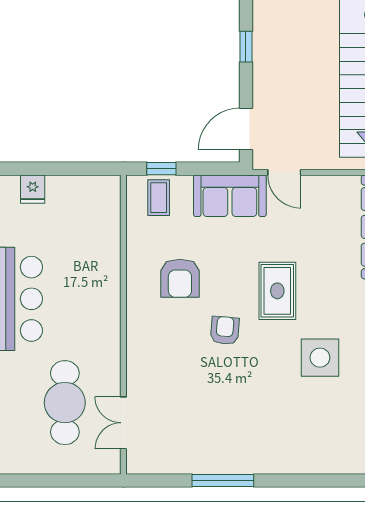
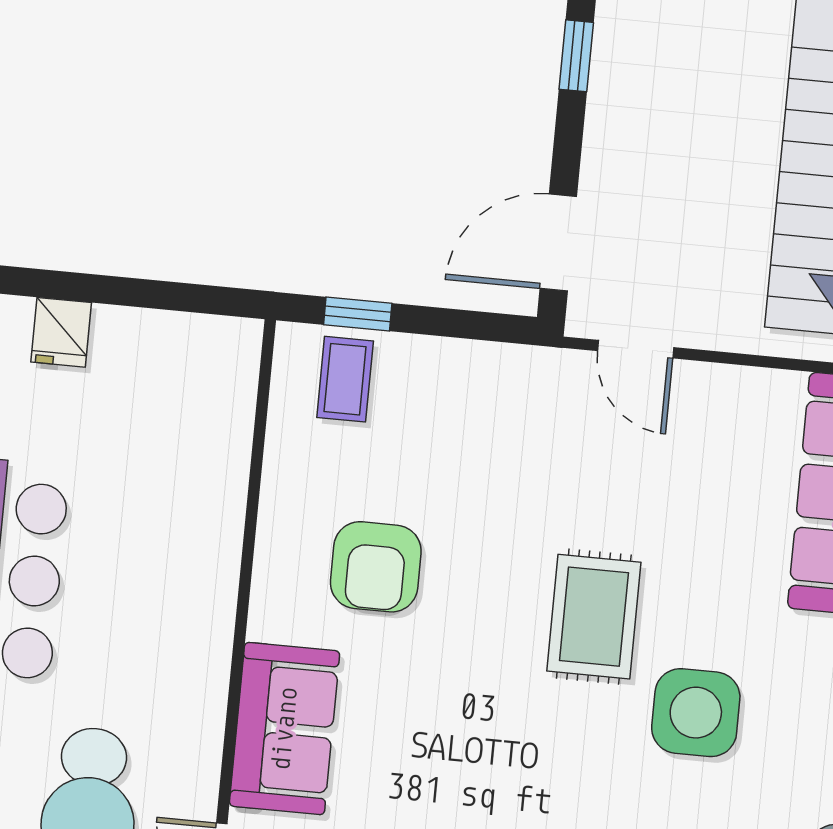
sofa: (230, 196) -> (285, 729), moved, turned -90
armchair: (225, 330) -> (466, 695), removed
side table: (320, 358) -> (696, 713), moved

